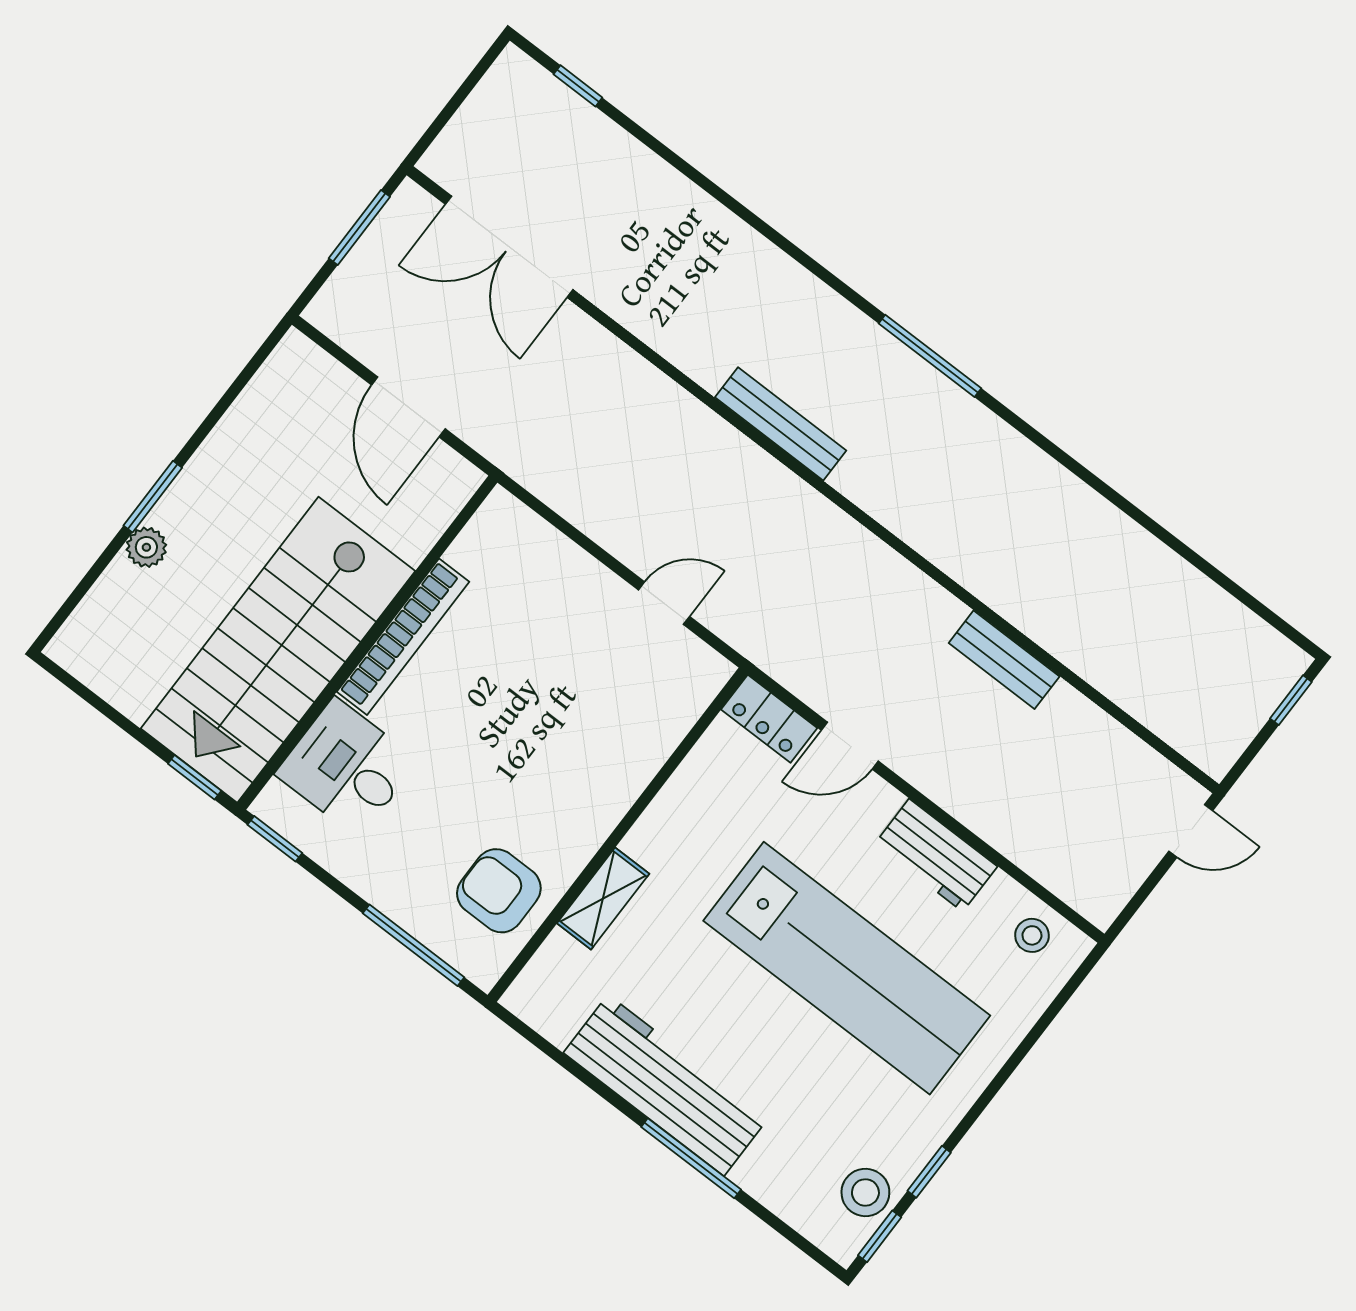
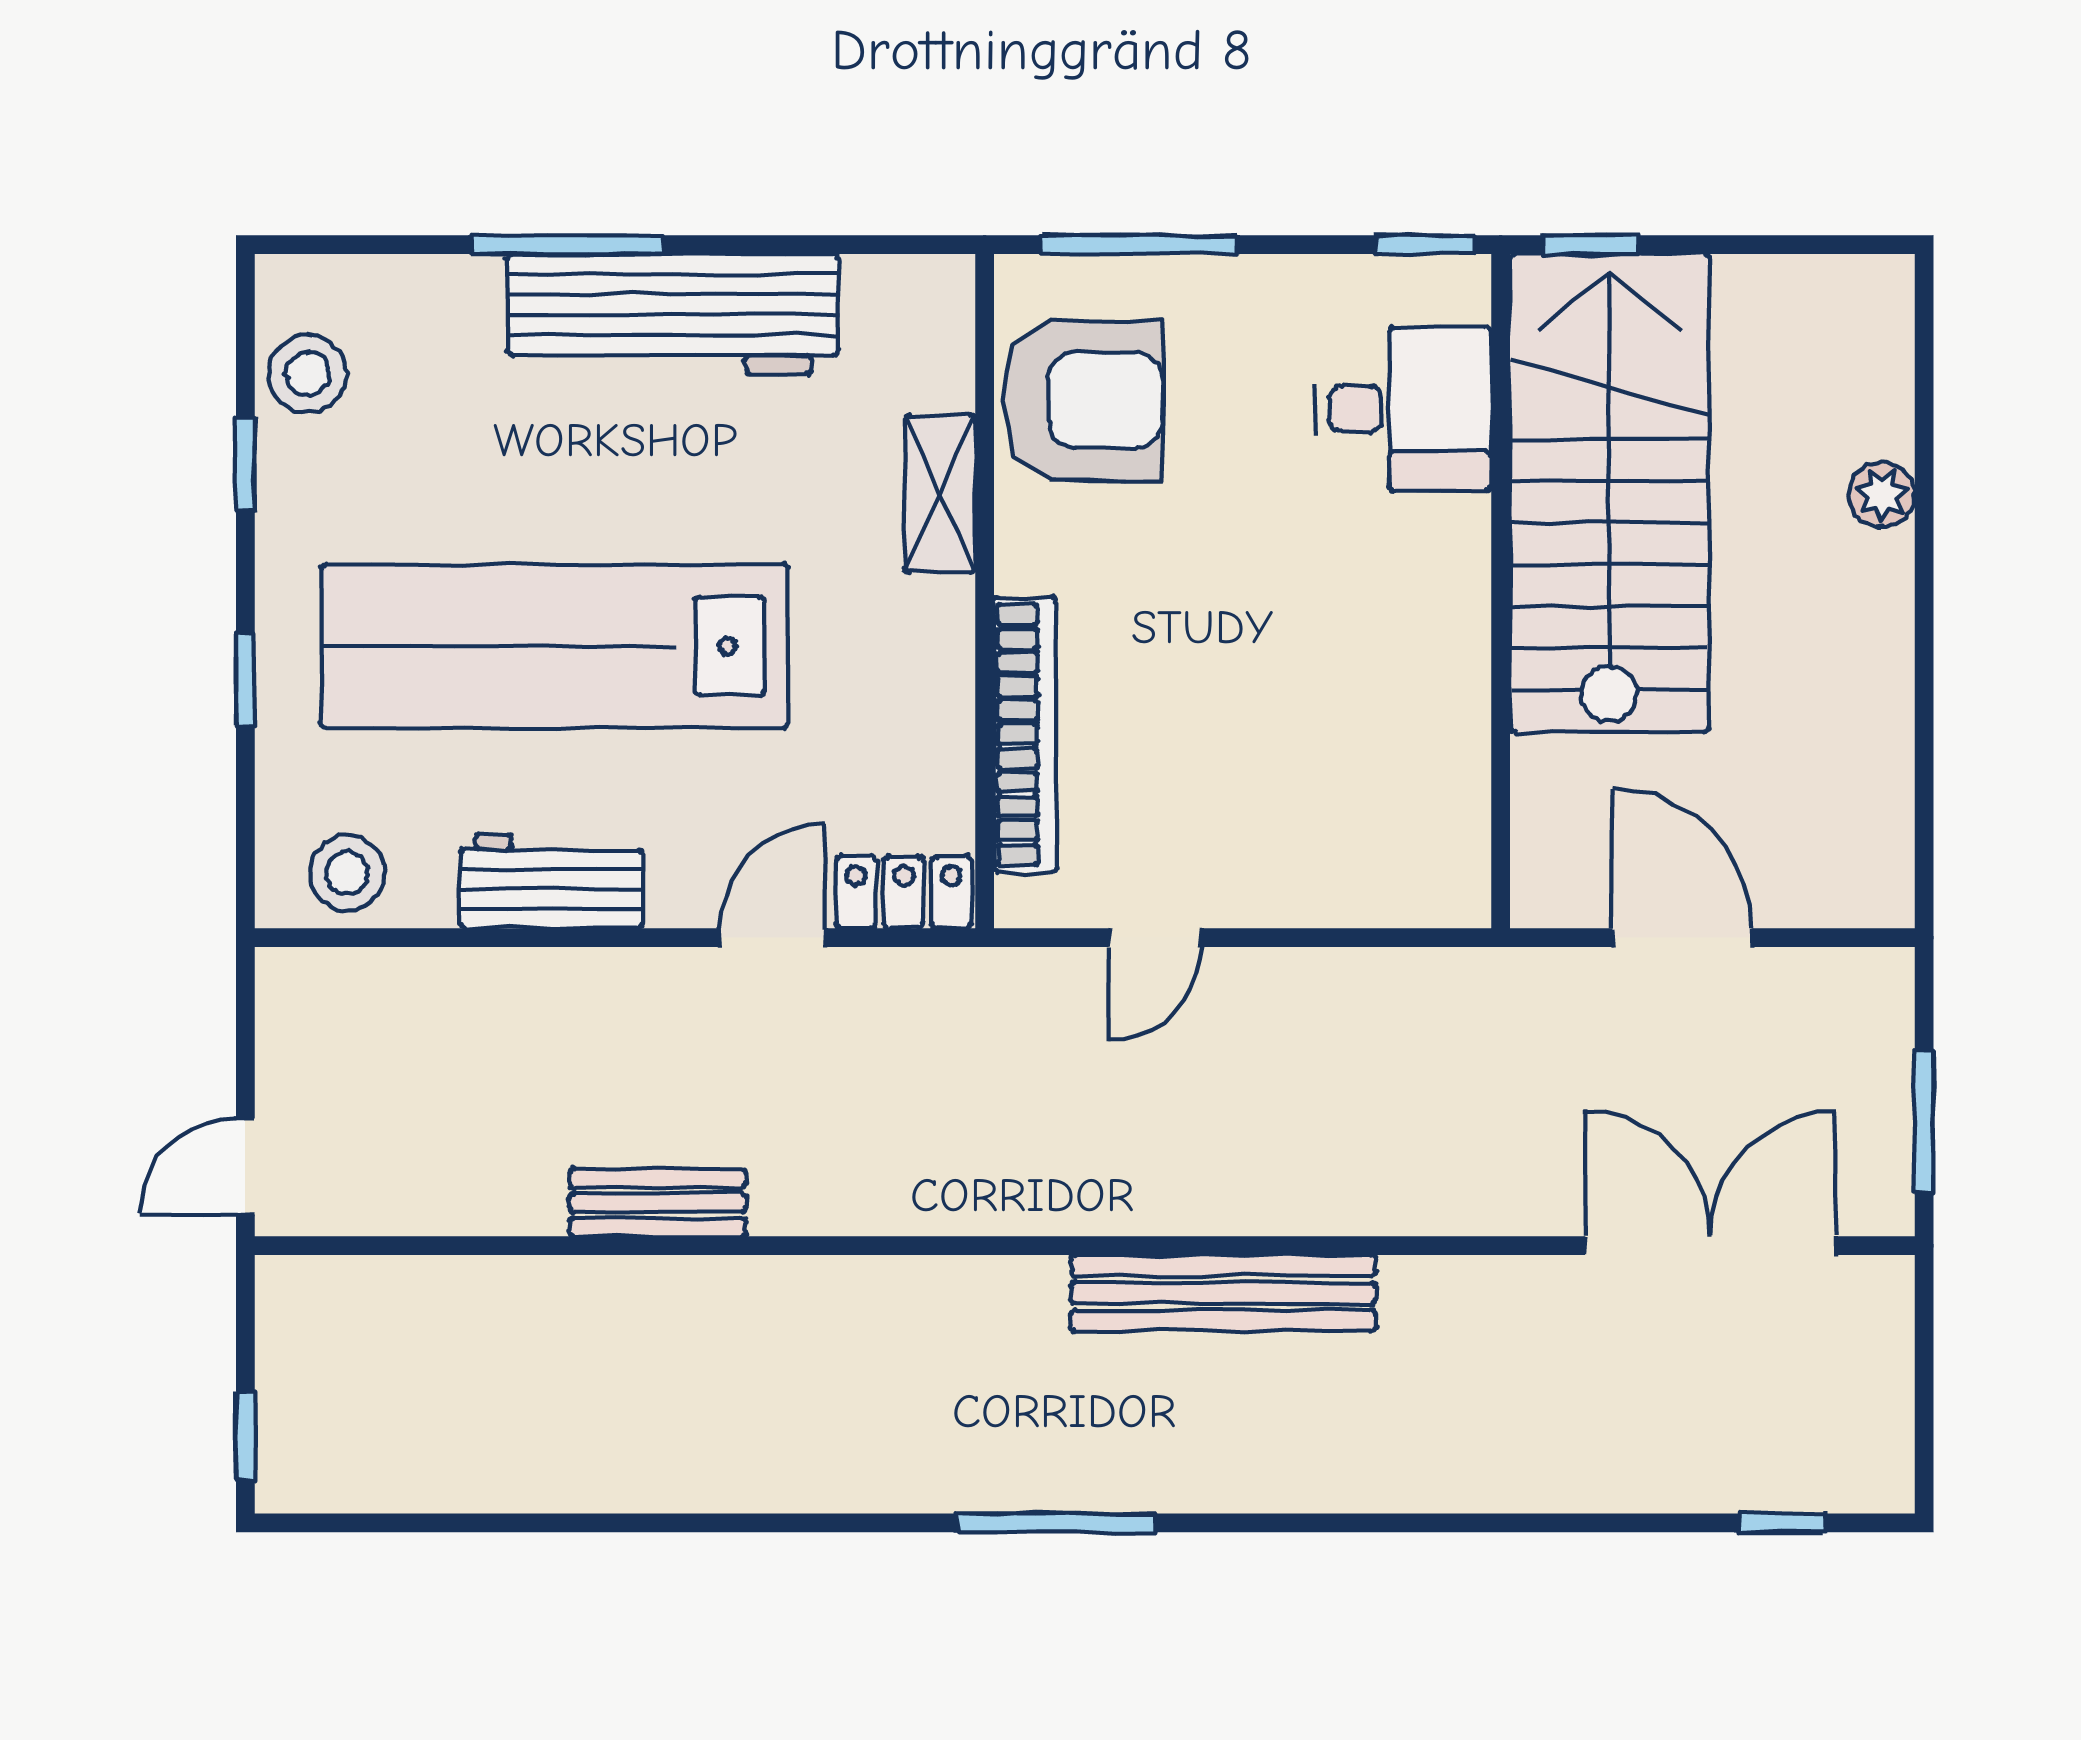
bench: (781, 424) -> (1223, 1293), width x1.37, depth x1.21
window: (153, 497) -> (1924, 567), removed
bookcase: (403, 637) -> (1025, 735), moved, turned 180
armchair: (499, 891) -> (1083, 400), width x1.36, depth x1.36
stool: (1032, 935) -> (347, 873), width x1.37, depth x1.37
window: (880, 1236) -> (245, 680), moved

